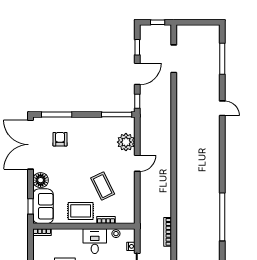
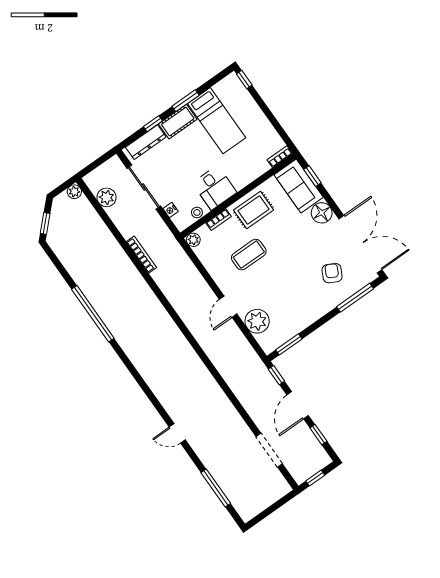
window: (117, 114) -> (289, 344), width x0.69
armchair: (60, 139) -> (332, 273), turned -153
coffee table: (103, 186) -> (249, 255), turned -64
plant: (130, 219) -> (193, 240), added

